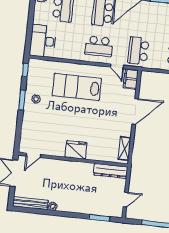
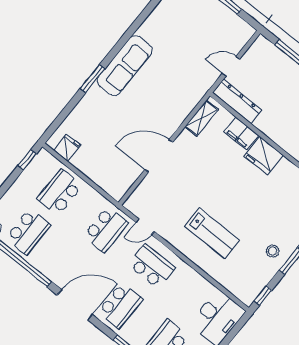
door: (117, 66) -> (145, 227), swing flipped
filing cabinet: (131, 79) -> (241, 134), moved, turned 90
lab bench: (77, 87) -> (212, 233), width x0.73, depth x0.72
door: (126, 200) -> (231, 66), moved

